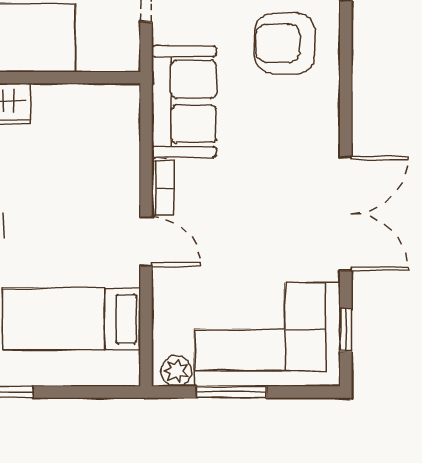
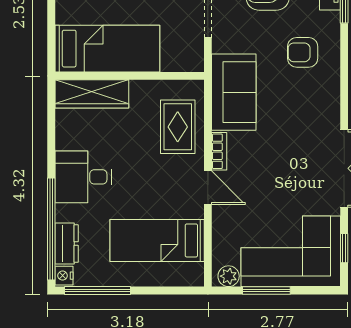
armchair: (285, 43) -> (303, 52), width x0.72, depth x0.72
rug: (102, 152) -> (178, 127), added

